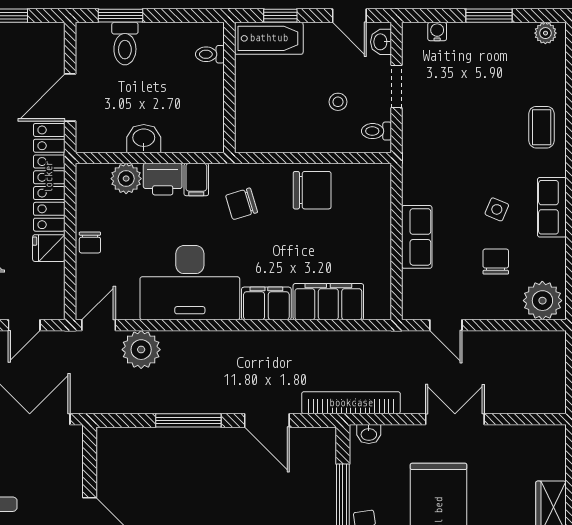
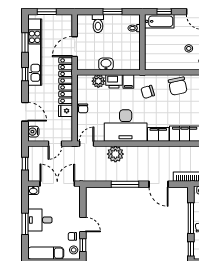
window: (120, 16) -> (113, 12), moved
chair: (312, 190) -> (178, 86), turned 78
plant: (141, 350) -> (115, 154), moved

